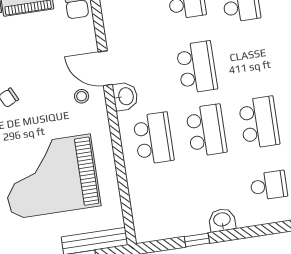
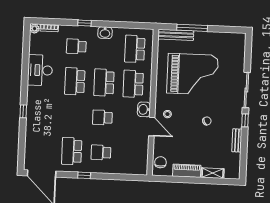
school desk: (197, 67) -> (102, 117), width x0.54
school desk: (163, 201) -> (135, 49), added
window: (197, 240) -> (85, 23), moved

